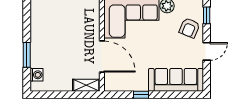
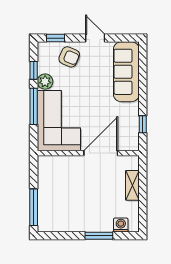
shelving: (86, 85) -> (132, 185), moved
window: (141, 95) -> (143, 124), moved

